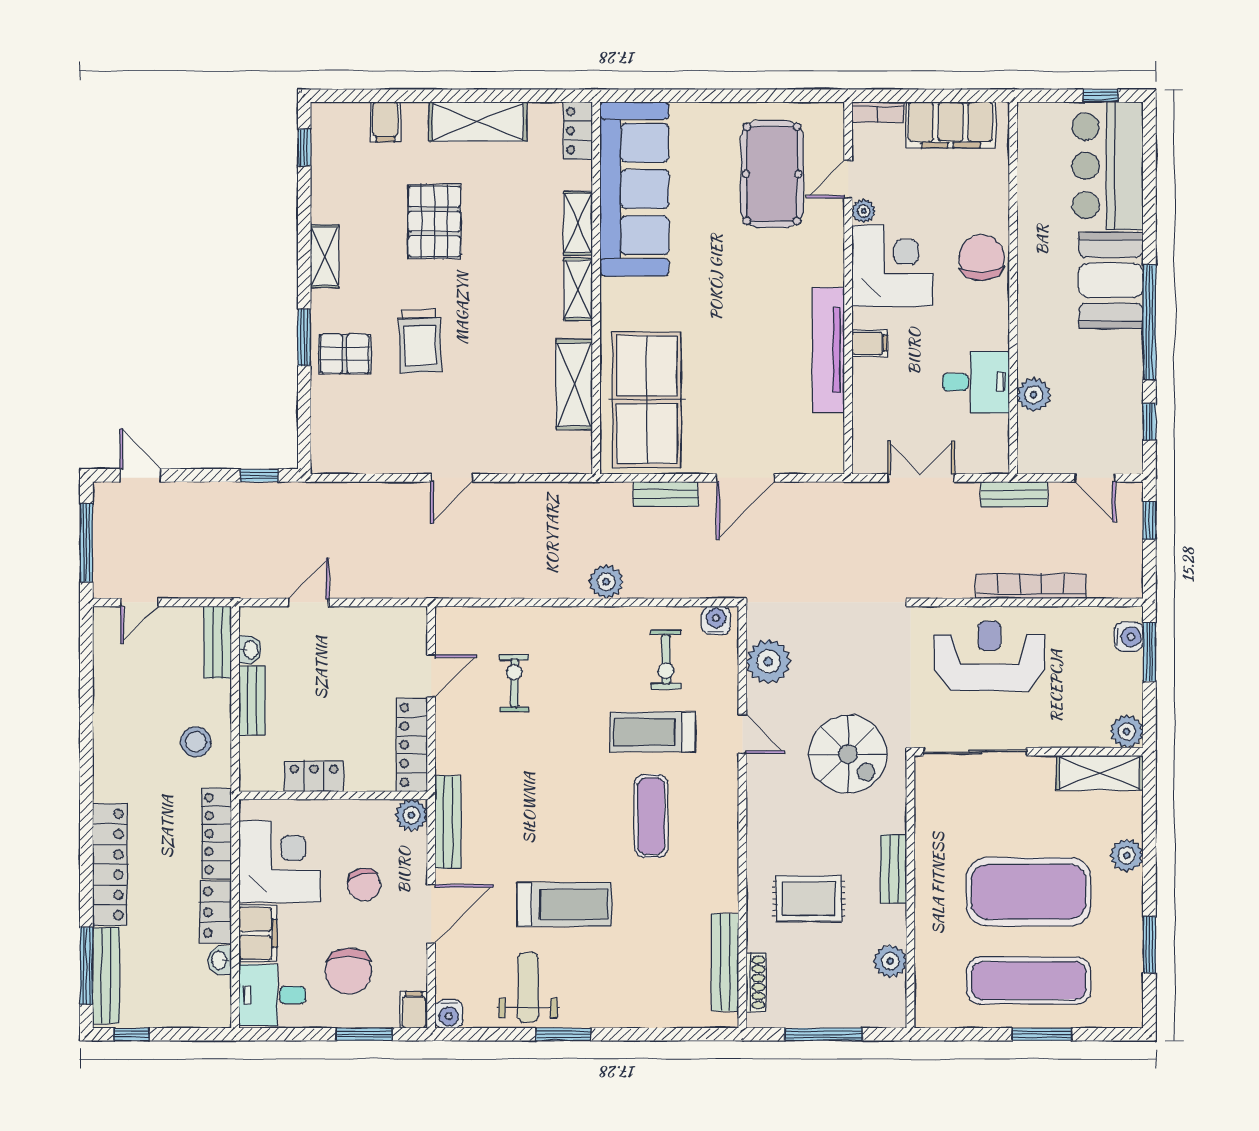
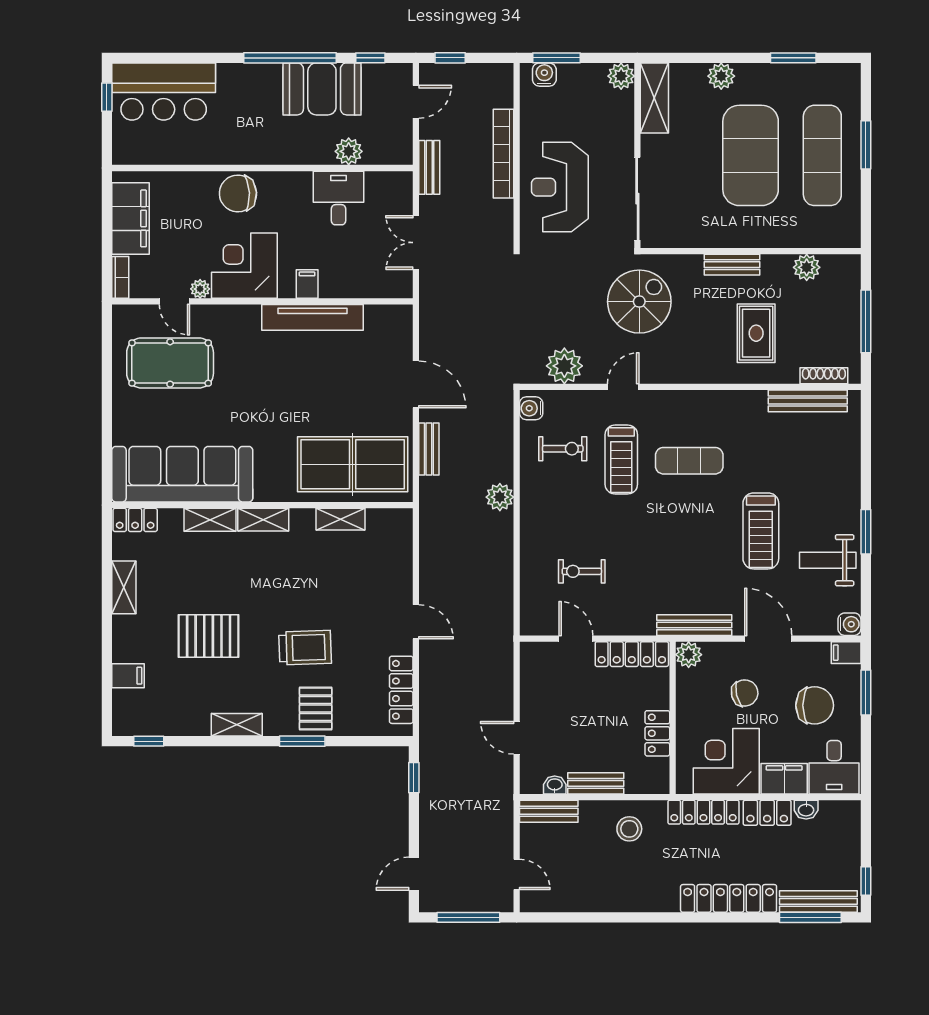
shelving: (478, 122) -> (124, 587), width x0.67, depth x0.75
booth: (1111, 280) -> (322, 89), moved
shelving: (574, 385) -> (341, 519), width x0.67, depth x0.75
locker: (368, 460) -> (401, 690), added
treadmill: (564, 904) -> (761, 531), turned 180

